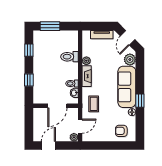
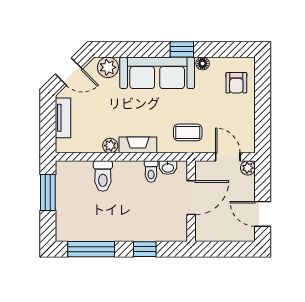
window: (50, 26) -> (48, 192), moved
window: (29, 50) -> (91, 249), width x2.17
door: (57, 106) -> (191, 198), hinge flipped

